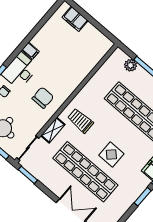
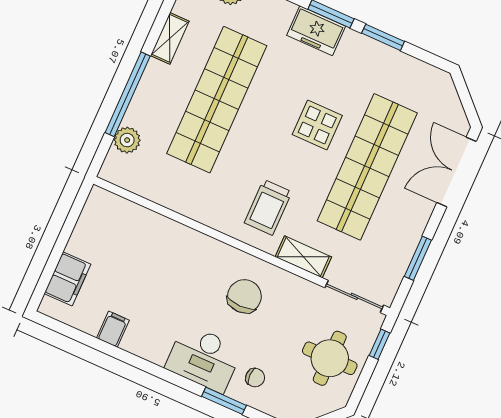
filing cabinet: (30, 51) -> (113, 329), moved
chair: (43, 98) -> (244, 296), turned 90
window: (28, 175) -> (418, 258), moved

